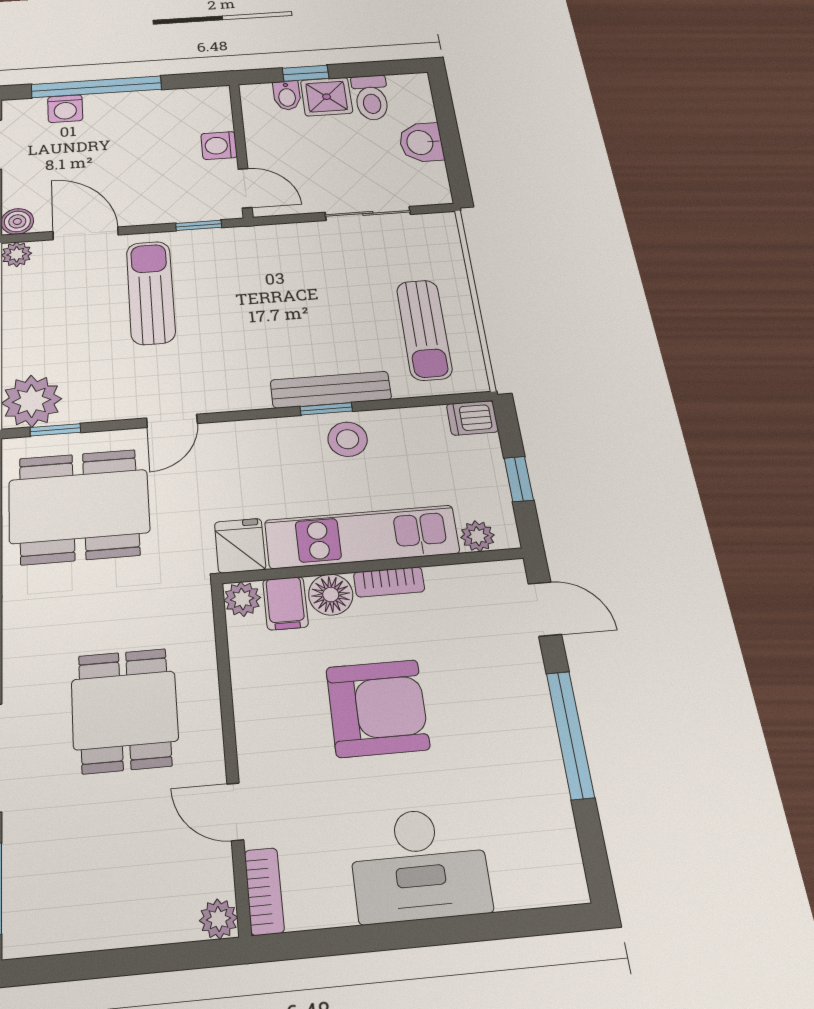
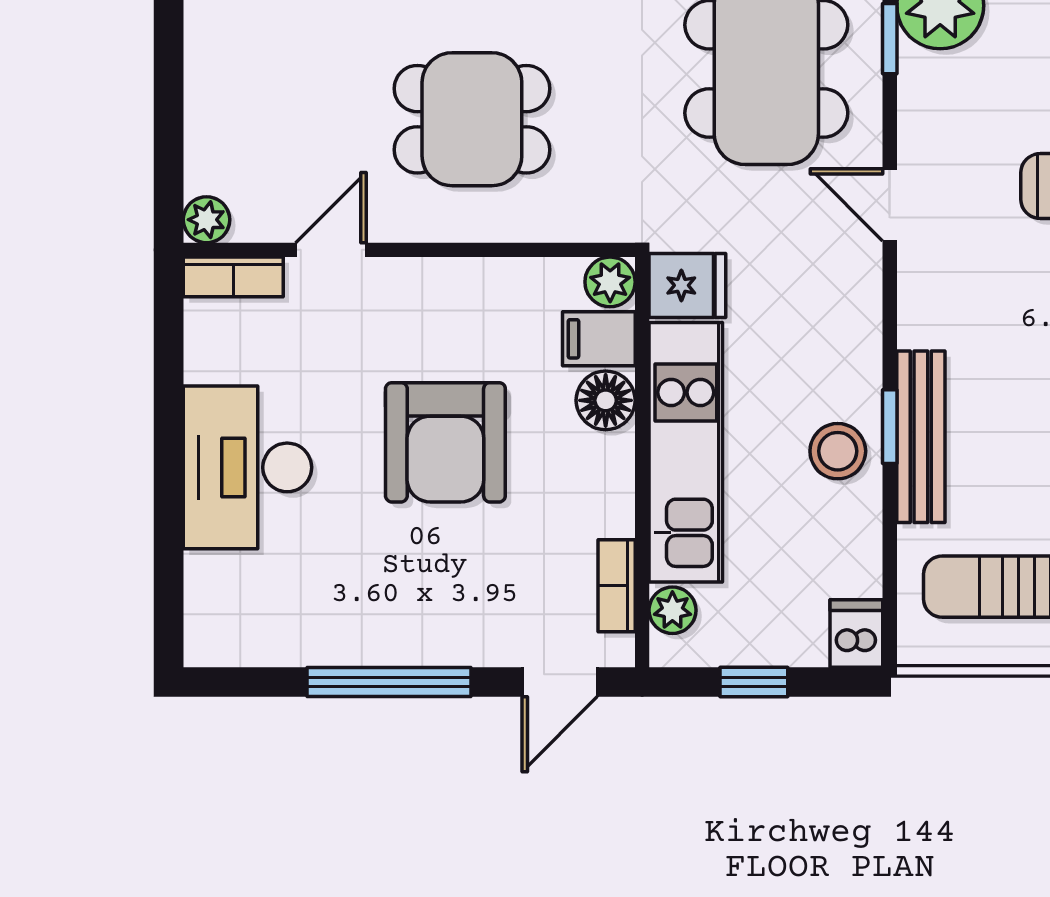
bookcase: (389, 582) -> (617, 586), moved

